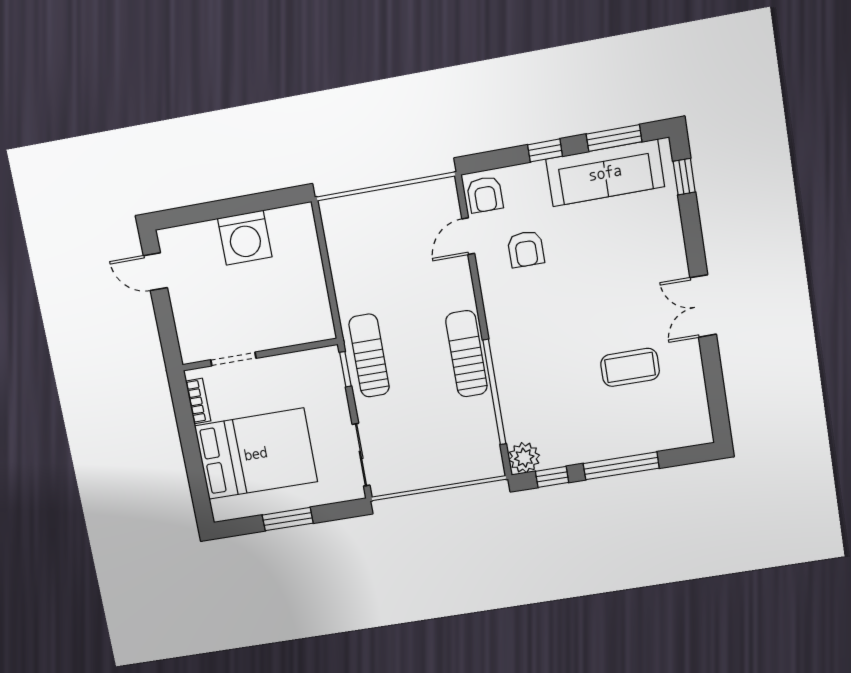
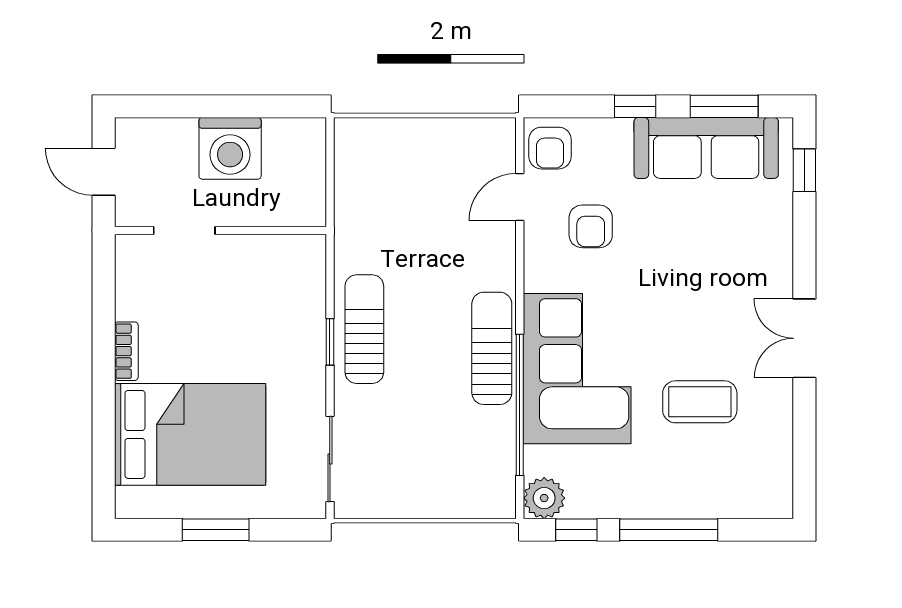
wall: (260, 355) -> (220, 230), moved
corner sofa: (533, 358) -> (577, 369), added
doorway: (233, 359) -> (184, 230), moved

